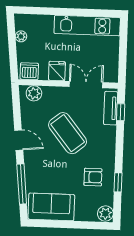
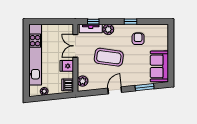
kitchen unit: (87, 26) -> (35, 55), width x1.36
coffee table: (68, 133) -> (109, 57), turned 47
window: (118, 182) -> (130, 22), moved
window: (22, 184) -> (145, 87), width x0.69
plant: (105, 214) -> (108, 29), moved

